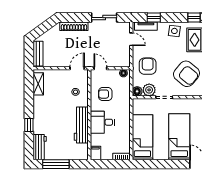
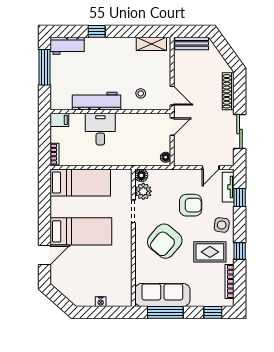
armchair: (148, 66) -> (191, 205), moved
armchair: (105, 94) -> (138, 133), removed

